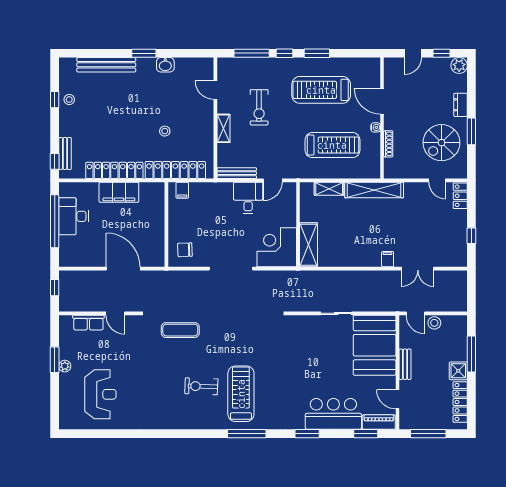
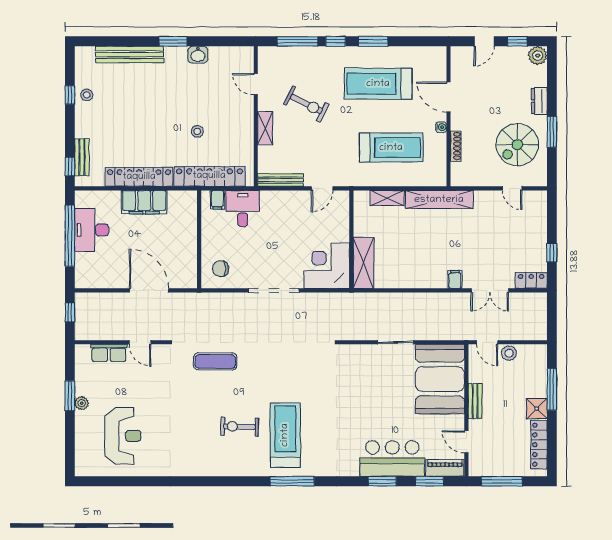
exercise bike: (259, 107) -> (306, 104), turned -63
locker: (460, 196) -> (531, 280), moved, turned 90
desk: (248, 198) -> (243, 208), moved
window: (307, 434) -> (382, 481), moved

